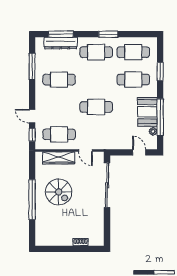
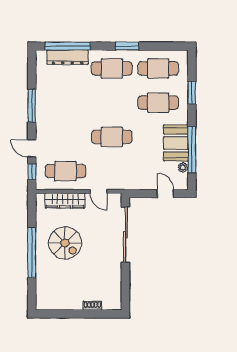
window: (61, 34) -> (68, 46), width x1.46
window: (32, 66) -> (32, 106), moved
cafe table: (59, 80) -> (66, 103), removed

